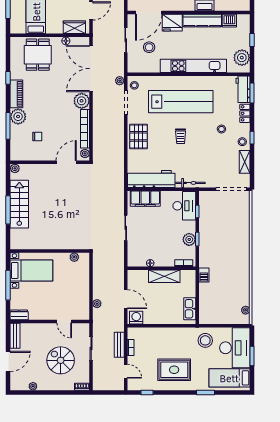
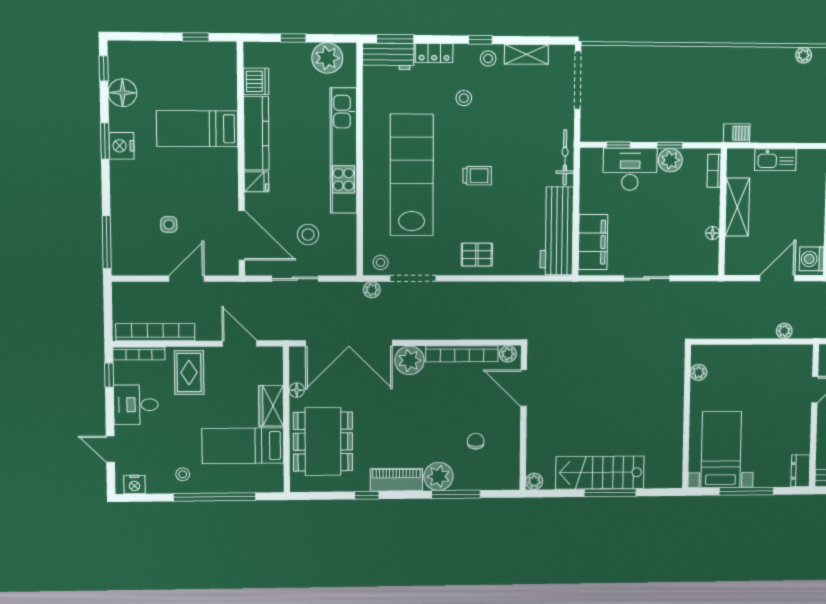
fridge: (172, 23) -> (256, 182), width x0.53, depth x0.75
wardrobe: (74, 27) -> (271, 406), moved
dining table: (38, 55) -> (323, 442), width x1.38
pallet: (139, 136) -> (477, 255), width x0.67, depth x0.71
desk: (184, 206) -> (630, 169), moved
kitchen sink: (190, 309) -> (775, 160), moved

